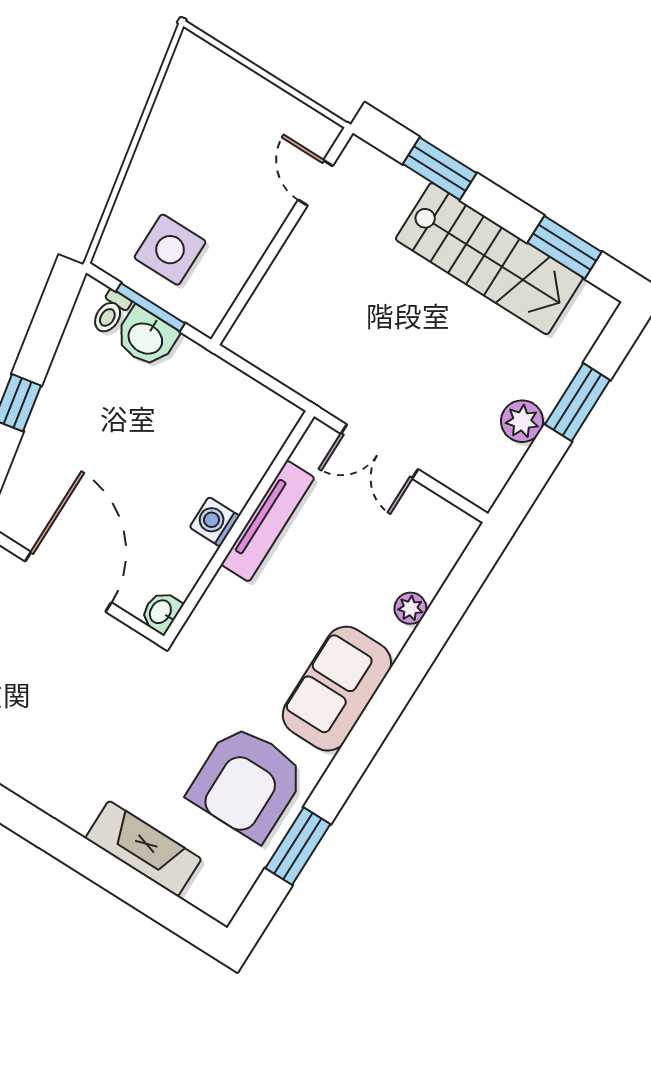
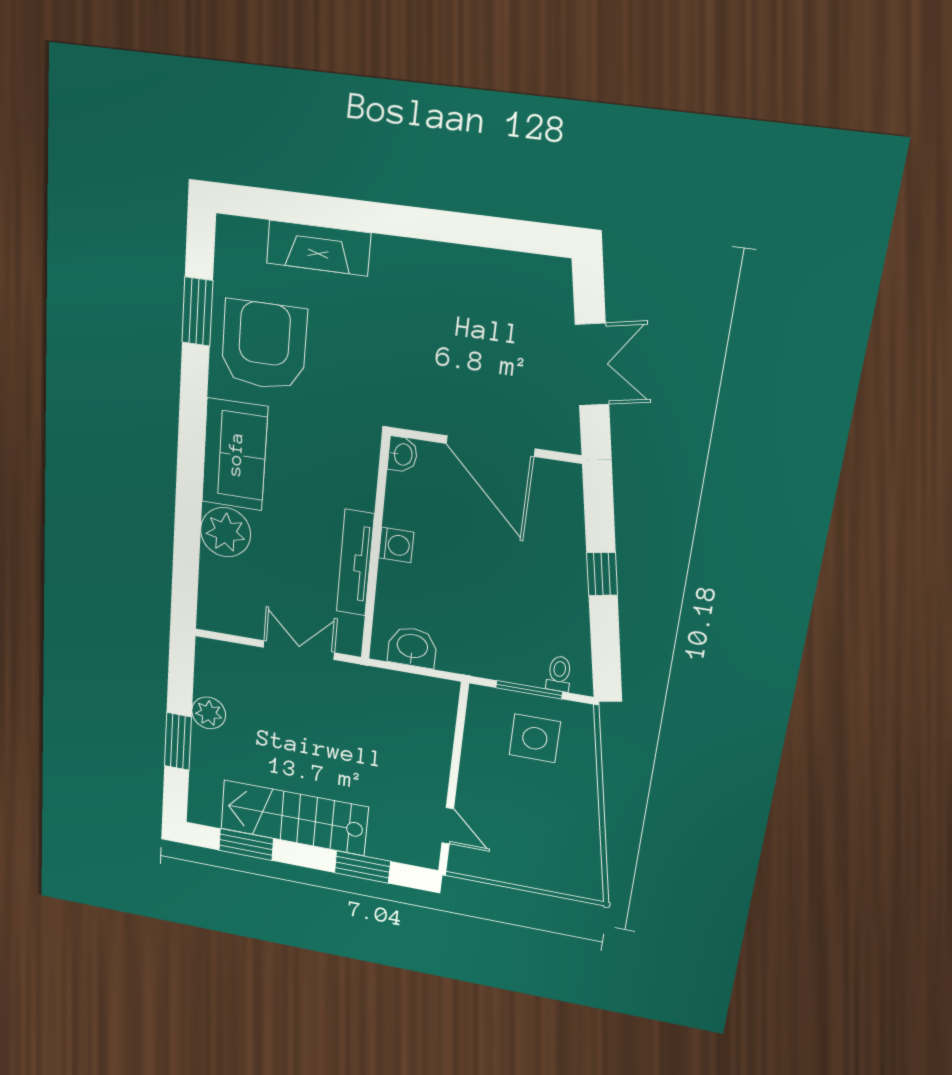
washbasin: (146, 337) -> (412, 647), moved
plant: (410, 608) -> (226, 532), width x1.88, depth x1.88

